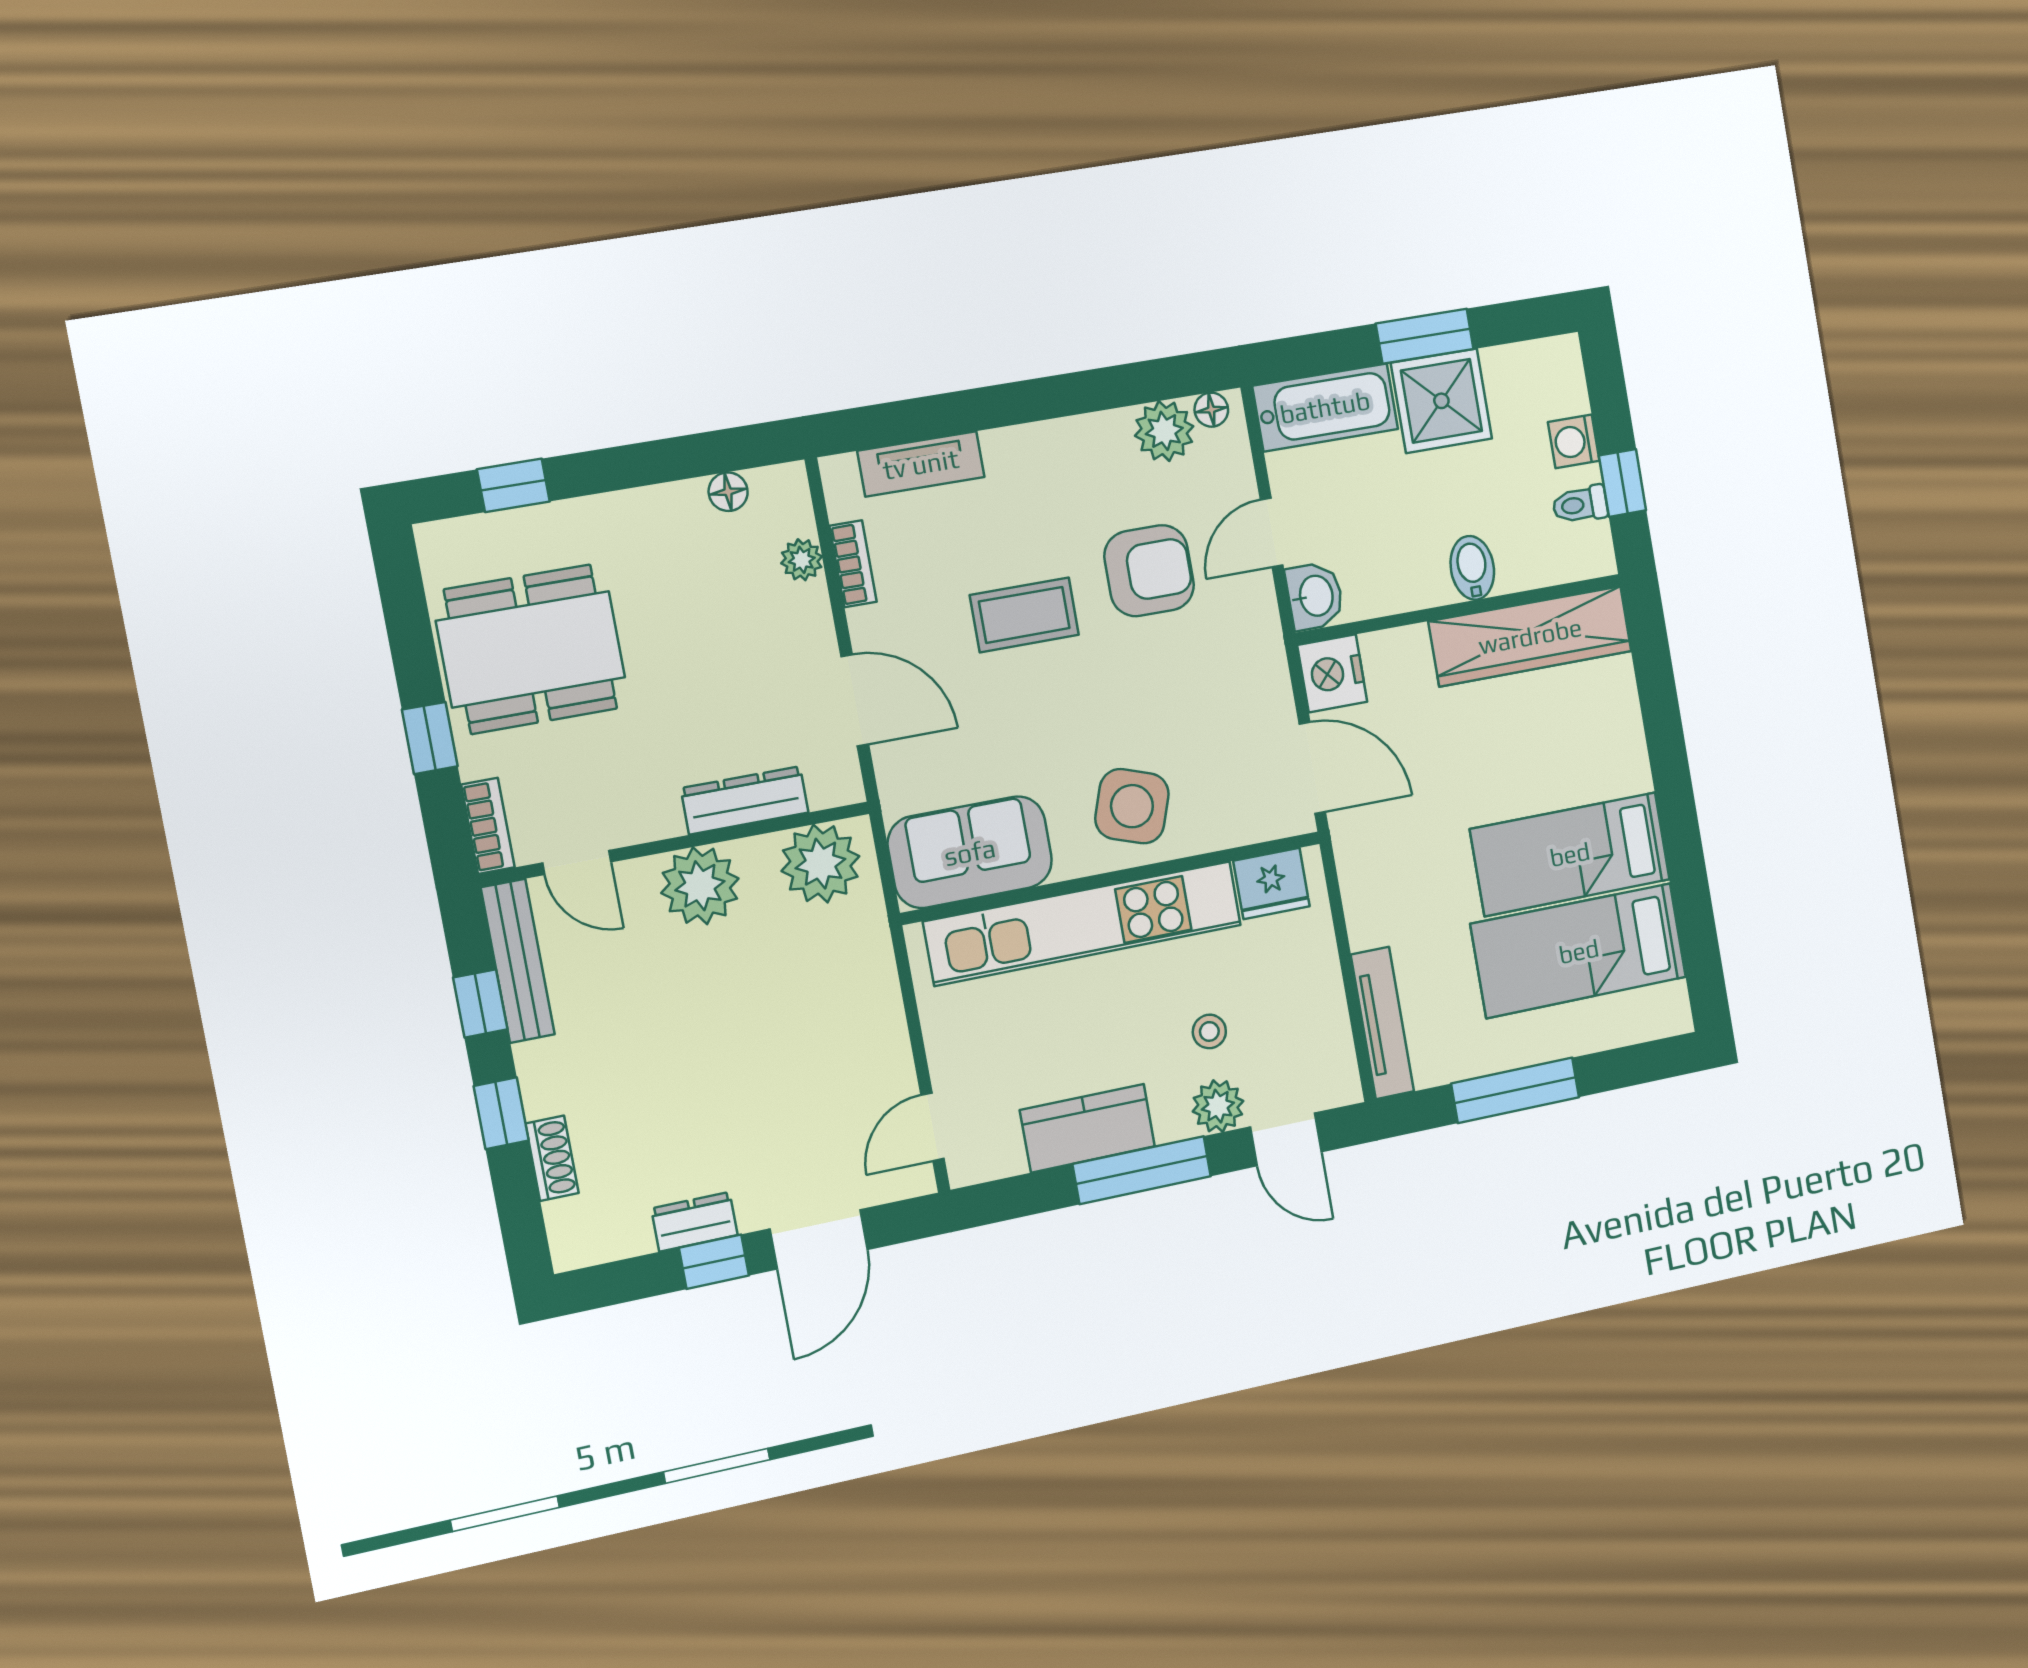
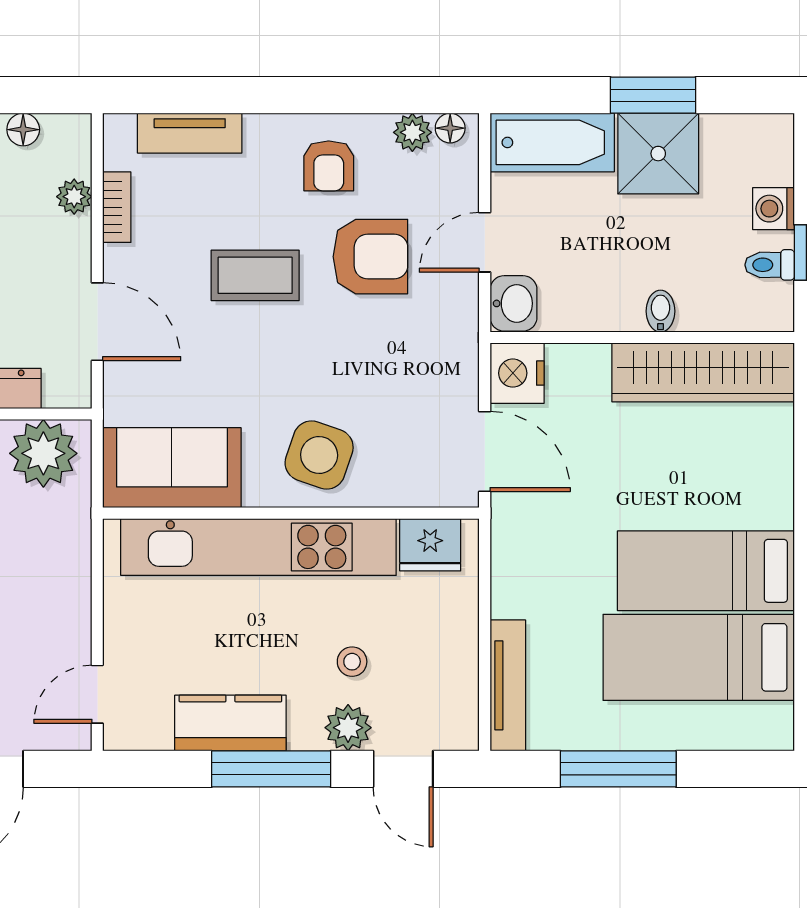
plant: (1164, 431) -> (412, 132), width x0.73, depth x0.73
armchair: (1084, 475) -> (329, 166), added
bidet: (1472, 568) -> (660, 311), width x0.72, depth x0.74

